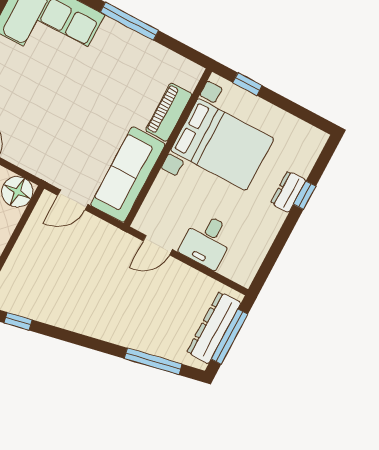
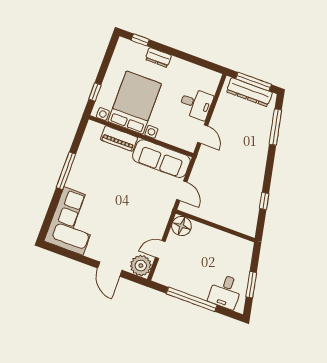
window: (305, 195) -> (140, 40), moved
window: (18, 321) -> (264, 201), moved

